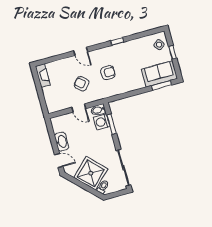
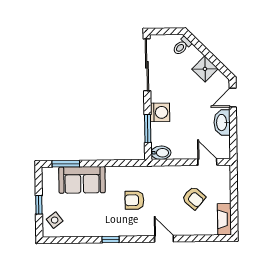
sofa: (159, 74) -> (82, 180), moved
armchair: (82, 84) -> (194, 198), moved
door: (79, 108) -> (207, 162), moved
washing machine: (102, 122) -> (160, 112), moved
door: (59, 161) -> (233, 98), hinge flipped
shower: (91, 173) -> (205, 69), width x0.54, depth x0.54

